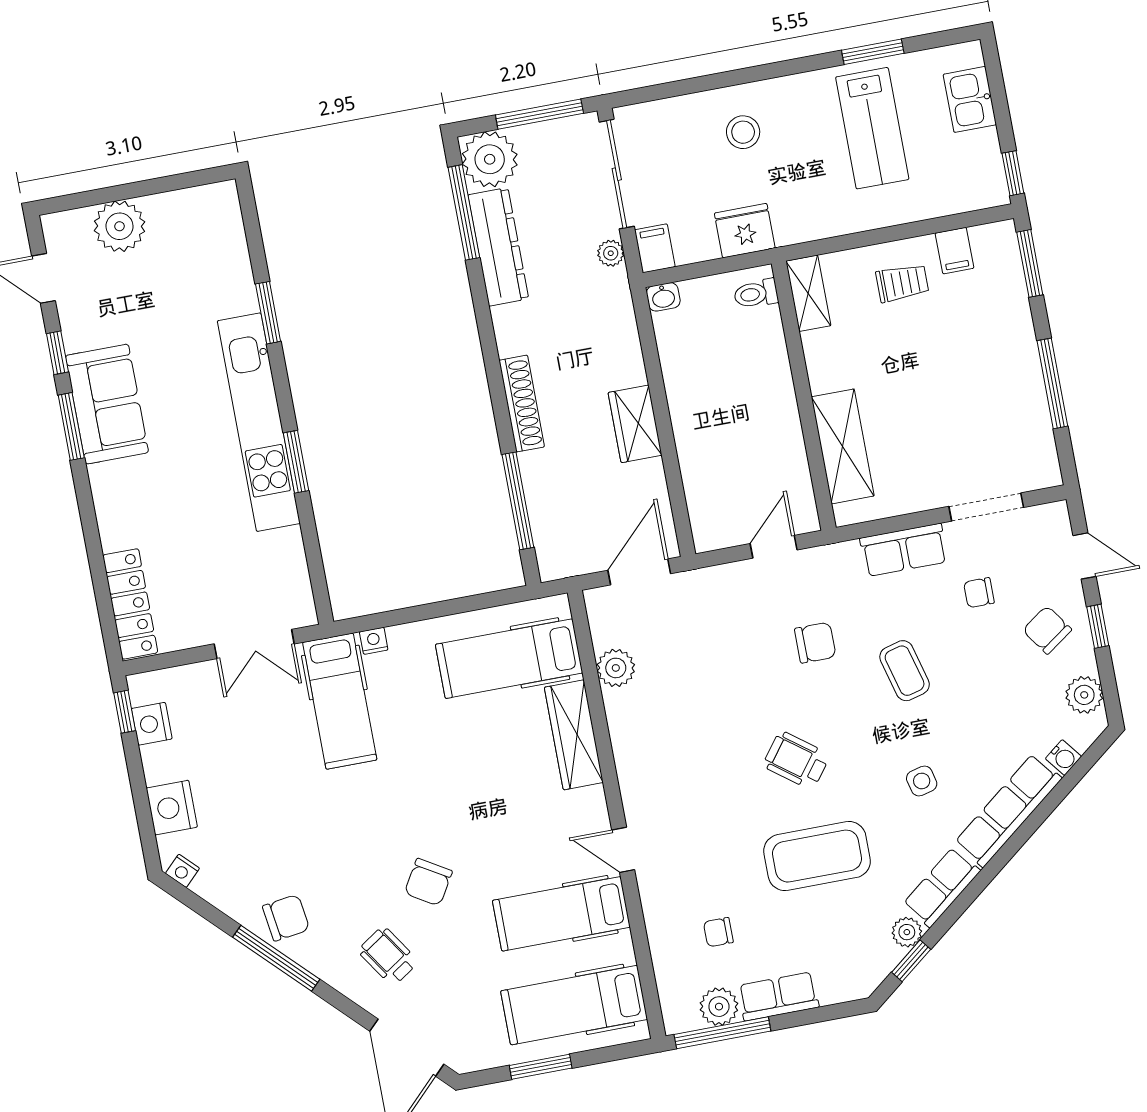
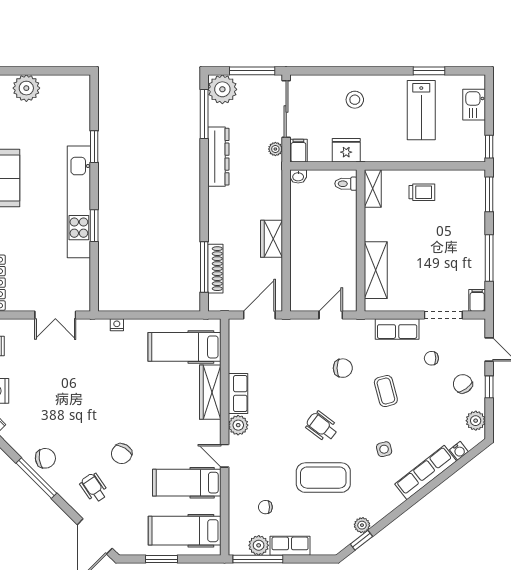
dresser: (498, 247) -> (218, 157), moved
filing cabinet: (955, 251) -> (477, 300), moved, turned 180
shoe rack: (522, 404) -> (215, 269), moved
plant: (616, 668) -> (238, 425), moved
hospital bed: (340, 701) -> (94, 352), removed
row of seats: (942, 887) -> (238, 394), moved, turned 128

